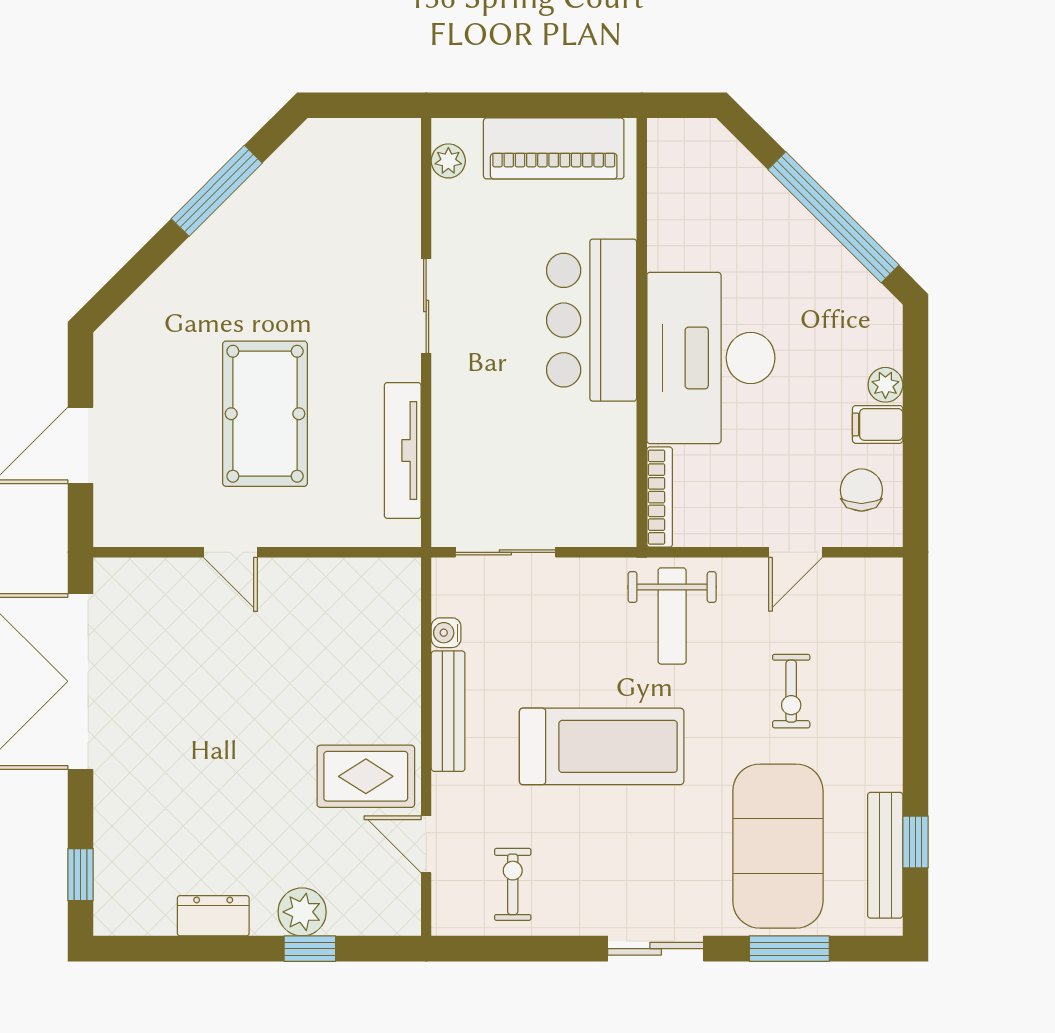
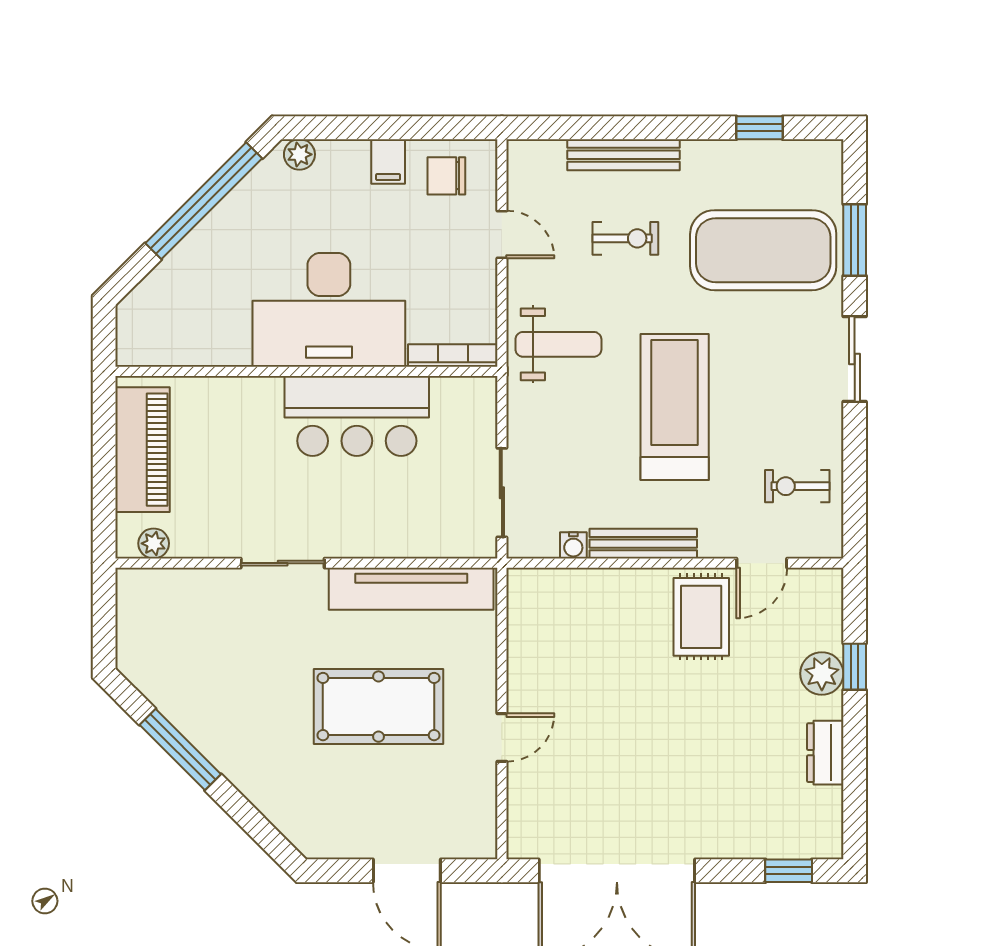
bar counter: (592, 320) -> (357, 416), moved
plant: (885, 385) -> (299, 154), moved
tv unit: (403, 450) -> (411, 589), width x1.36, depth x1.29
bench: (885, 855) -> (623, 155), moved

